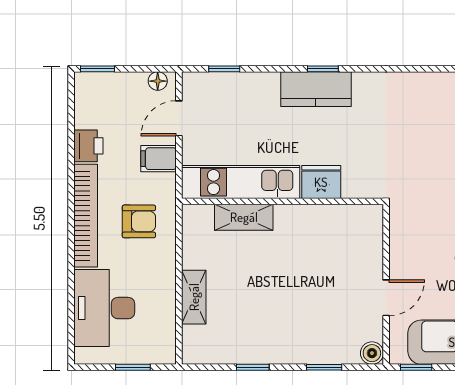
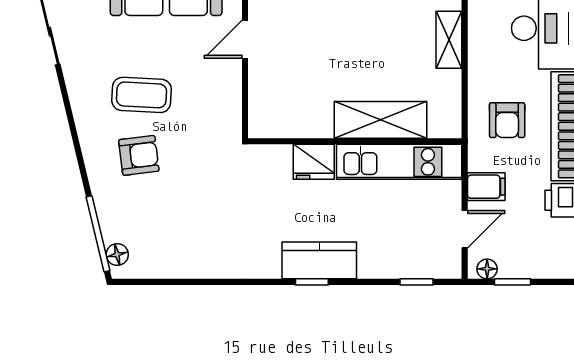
window: (98, 69) -> (513, 282), moved
shelving: (244, 217) -> (380, 120), width x1.50, depth x1.33
armchair: (139, 221) -> (507, 120), turned -90

